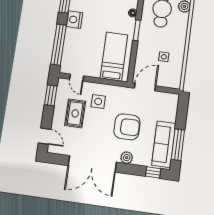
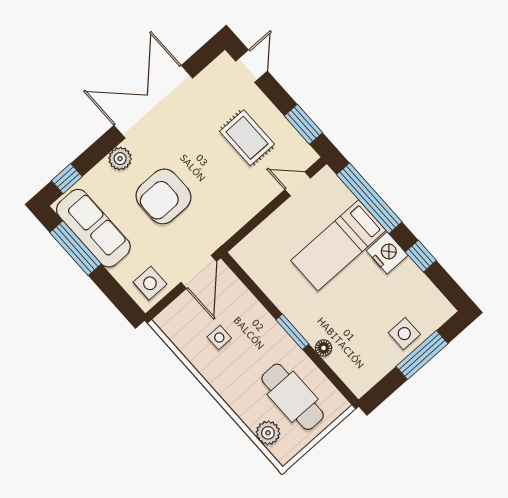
bed: (114, 57) -> (338, 245), moved, turned 90
side table: (98, 101) -> (150, 283), moved
door: (45, 136) -> (252, 66), swing flipped

